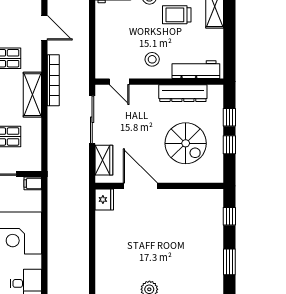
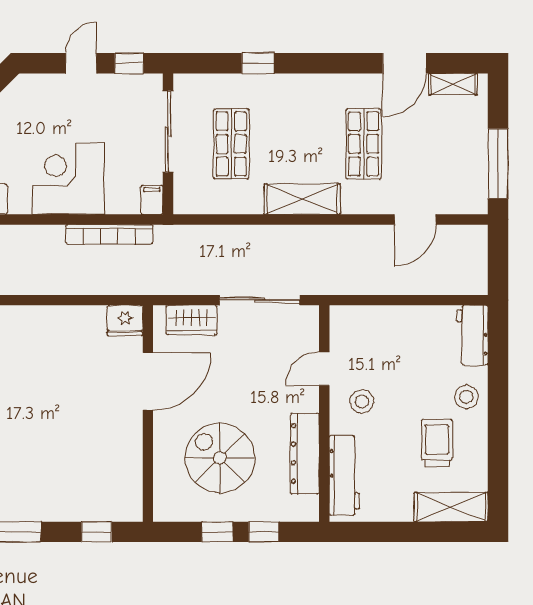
bookcase: (53, 80) -> (109, 234), moved
door: (119, 82) -> (324, 369), moved
spiral stairs: (186, 143) -> (220, 458), turned 90

